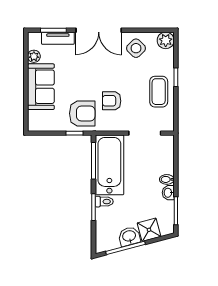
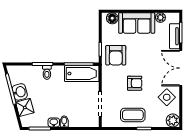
armchair: (112, 101) -> (135, 83), moved, turned 90
floor lamp: (35, 118) -> (112, 18), added
bathtub: (109, 165) -> (82, 74), width x0.73, depth x0.73

